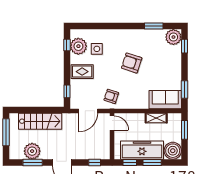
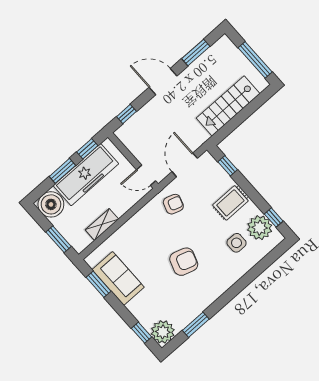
sofa: (165, 100) -> (118, 278), moved, turned -90
plant: (32, 151) -> (207, 65), removed

